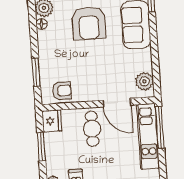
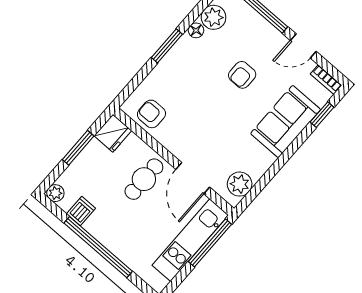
armchair: (89, 23) -> (242, 75), width x0.53, depth x0.53
window: (36, 72) -> (167, 46), moved
armchair: (62, 91) -> (151, 114), turned 180

